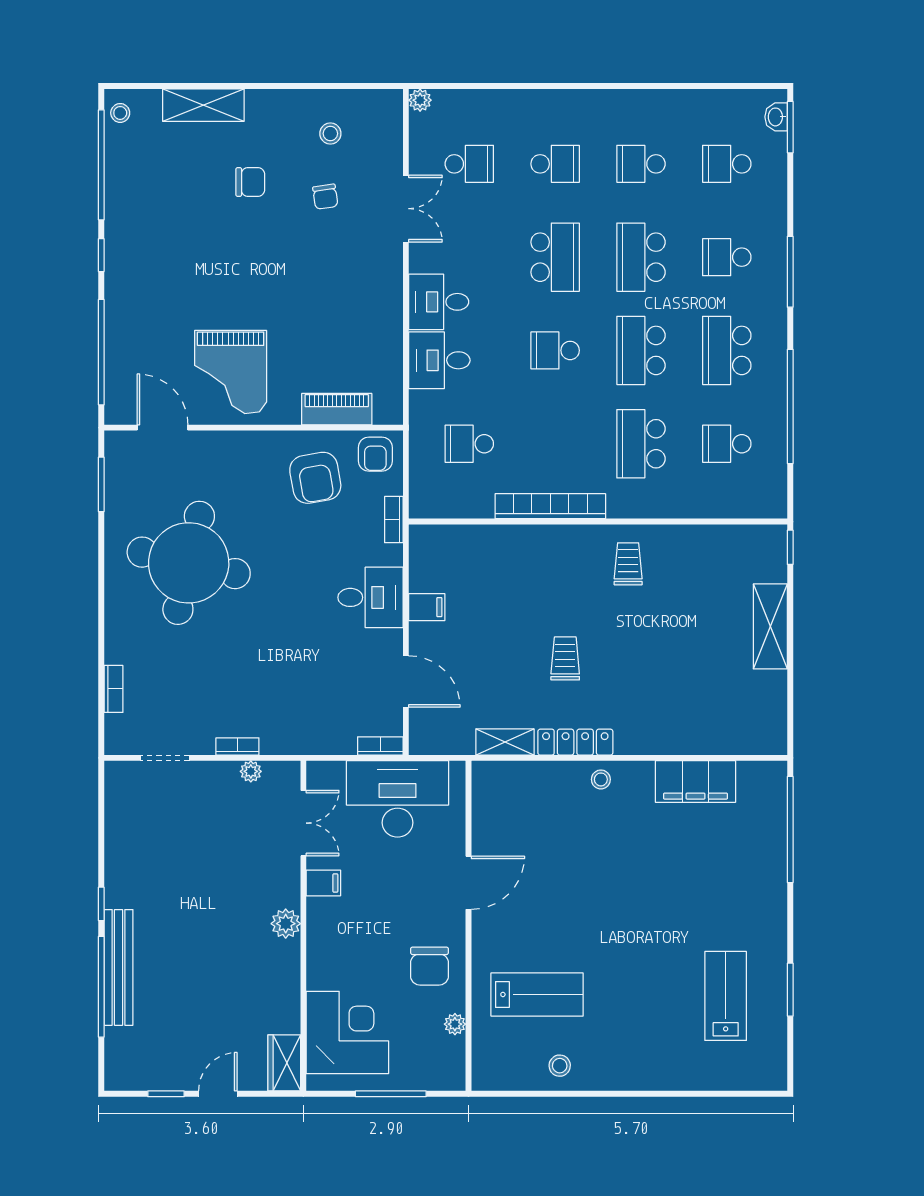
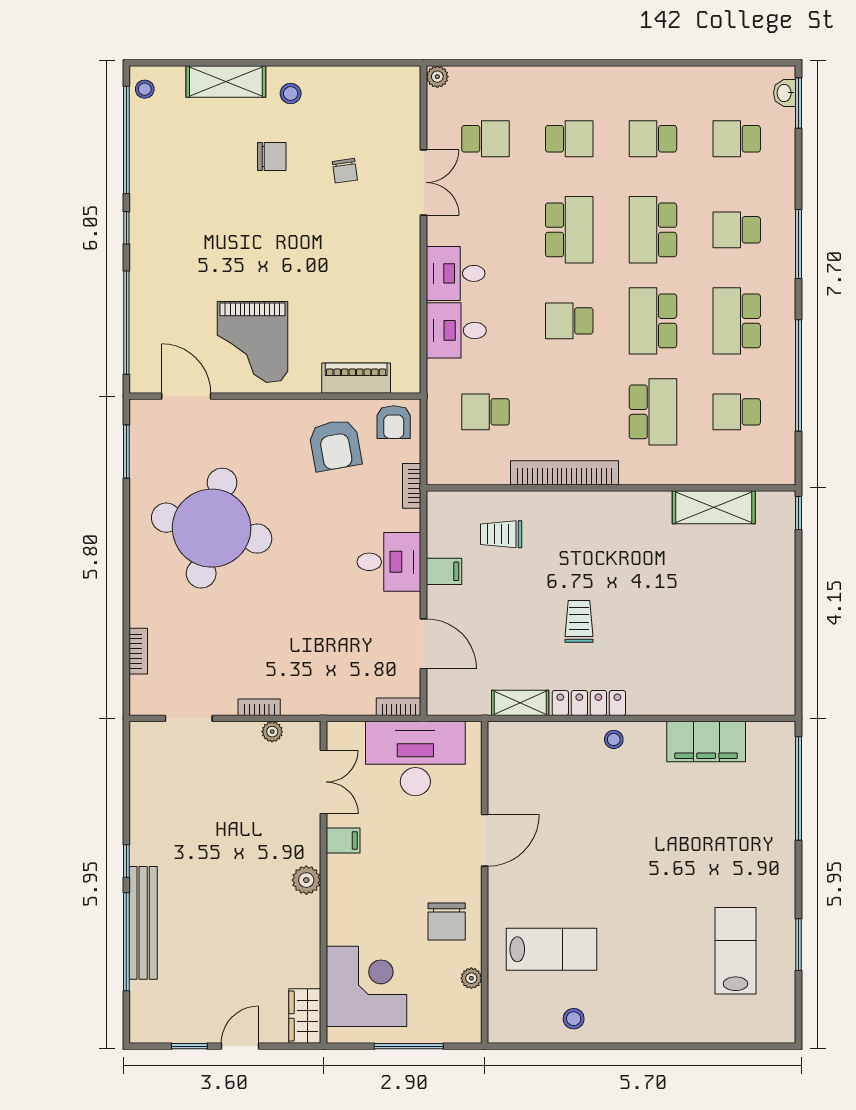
stool: (330, 134) -> (291, 94), moved
school desk: (641, 444) -> (653, 412), turned 180
trolley: (628, 564) -> (501, 534), moved, turned -90
shelving: (770, 626) -> (714, 507), moved, turned 90

